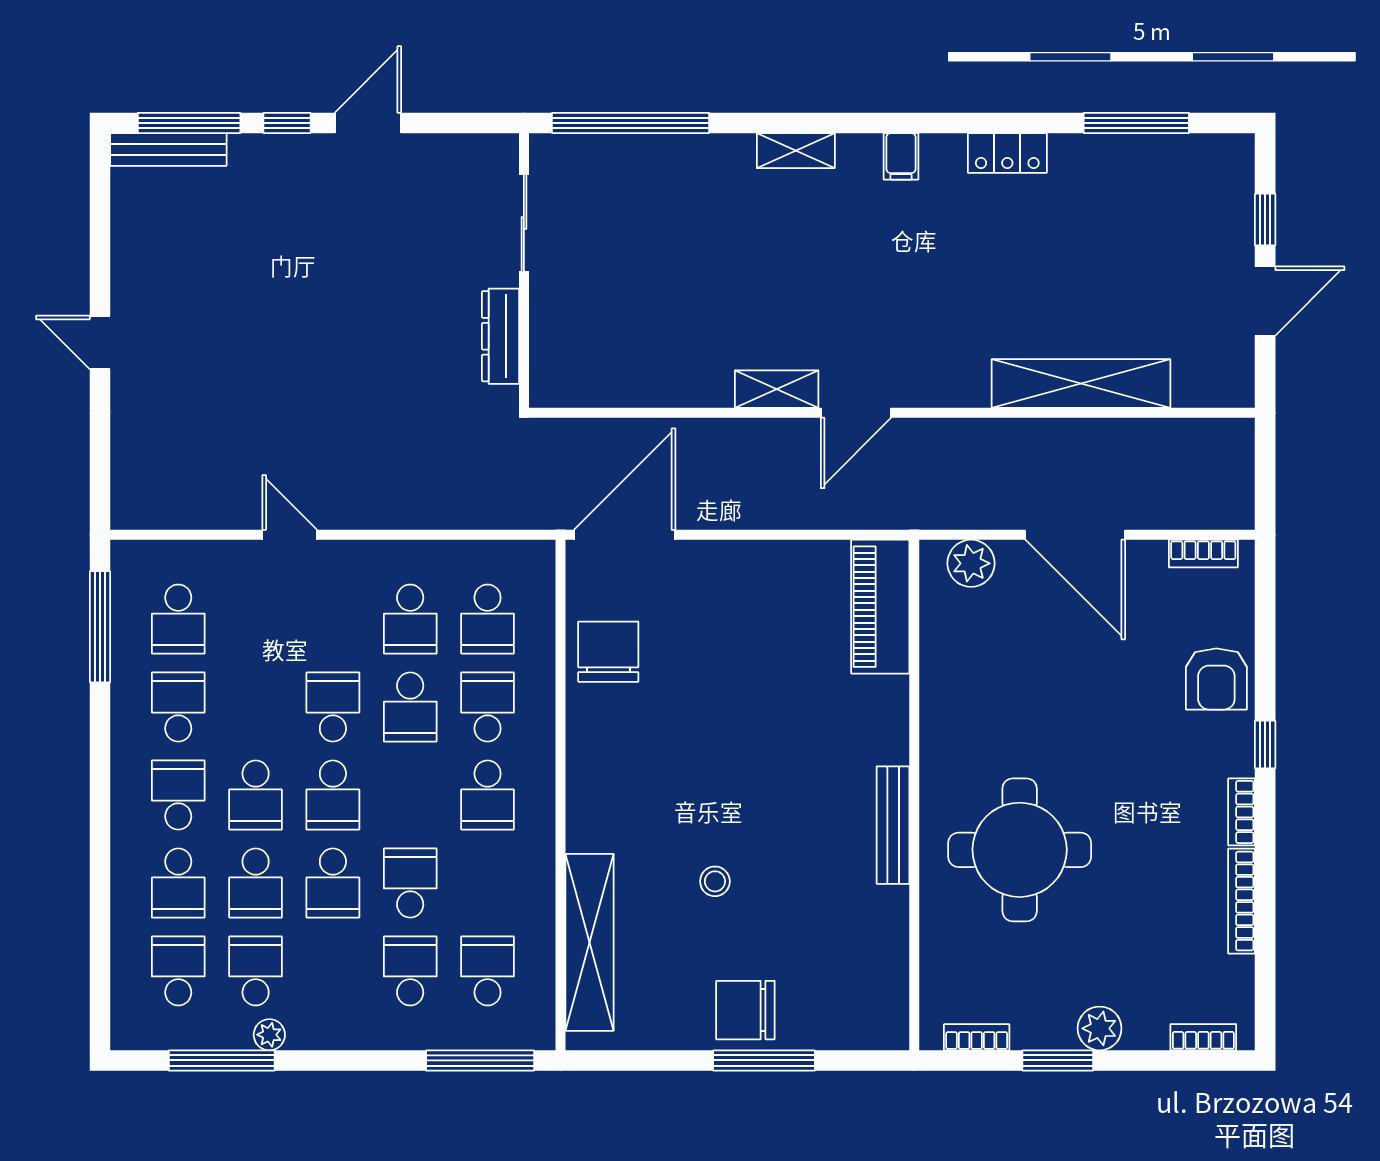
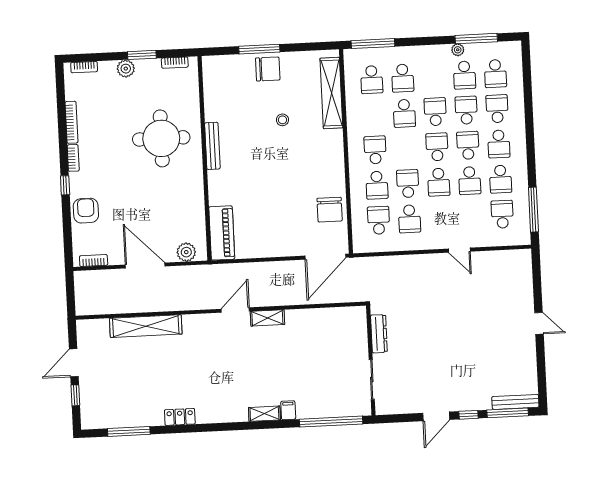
filing cabinet: (901, 156) -> (288, 410), moved
school desk: (410, 619) -> (409, 219), turned 180
school desk: (256, 707) -> (470, 181), added

